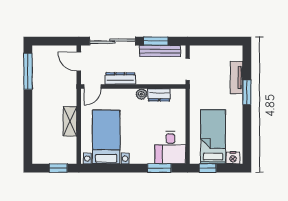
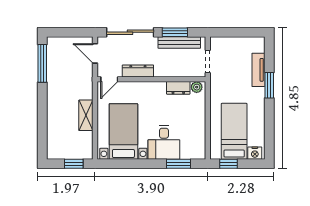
plant: (141, 94) -> (197, 87), moved
desk: (170, 147) -> (164, 142), moved

